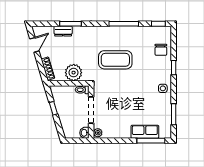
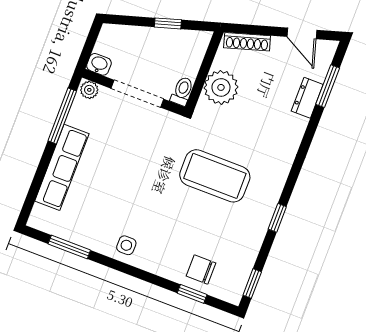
window: (71, 24) -> (328, 86), moved
window: (124, 24) -> (277, 218), width x0.46
coffee table: (115, 60) -> (215, 176), turned 90
window: (174, 68) -> (192, 294), moved
row of seats: (145, 132) -> (62, 167), width x1.48
window: (151, 141) -> (62, 116), moved

